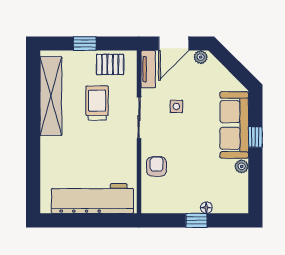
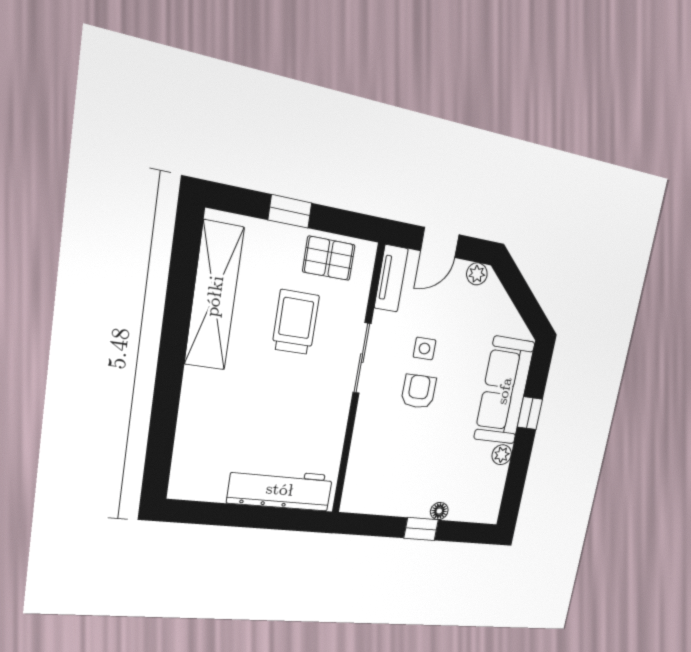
door: (174, 44) -> (440, 243), width x0.73
armchair: (157, 167) -> (419, 392), moved
workbench: (93, 199) -> (280, 489), width x0.73, depth x0.76

